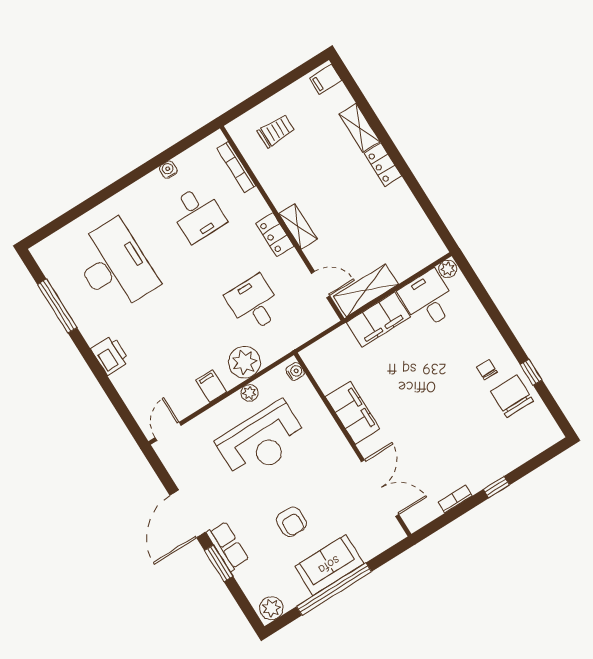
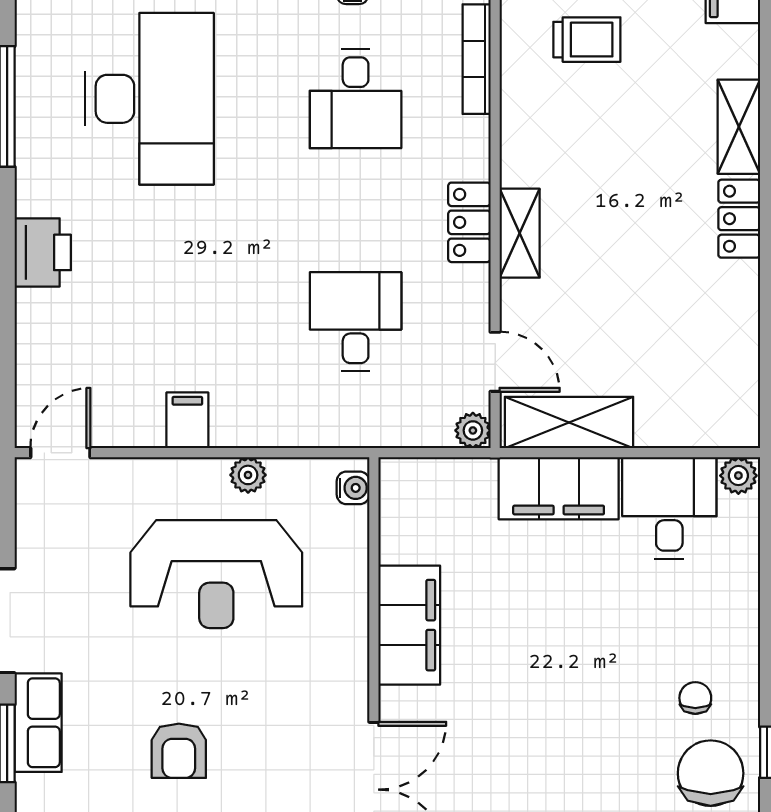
plant: (244, 362) -> (473, 430), moved, width x0.53, depth x0.53

